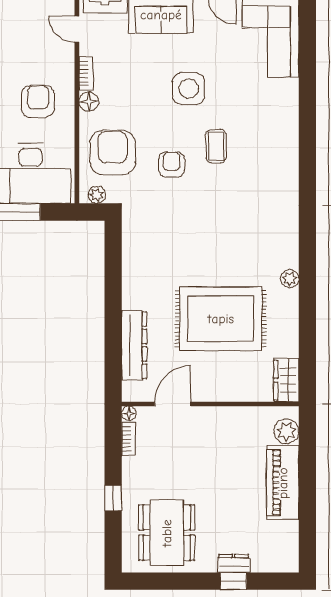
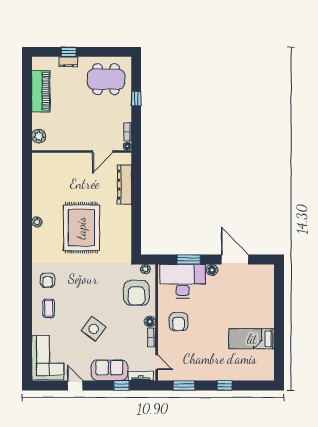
side table: (189, 89) -> (94, 329), turned 37
coffee table: (216, 146) -> (49, 308), moved
armchair: (172, 164) -> (48, 280), moved
rug: (221, 319) -> (81, 228), moved, turned 90
wardrobe: (286, 380) -> (39, 165), removed
piano: (283, 483) -> (41, 91), moved
dining table: (167, 533) -> (106, 79), turned 90

